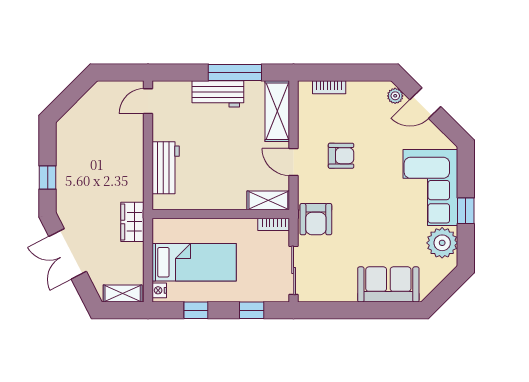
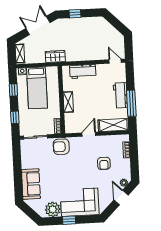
armchair: (341, 156) -> (104, 163), moved
shelving: (268, 200) -> (68, 102), moved

